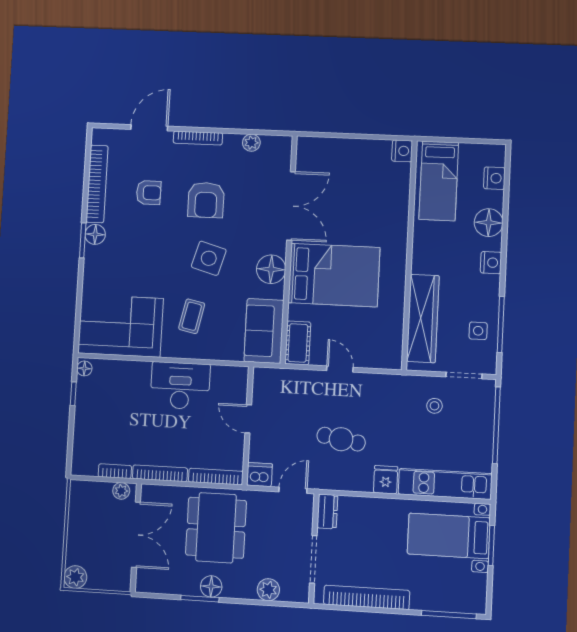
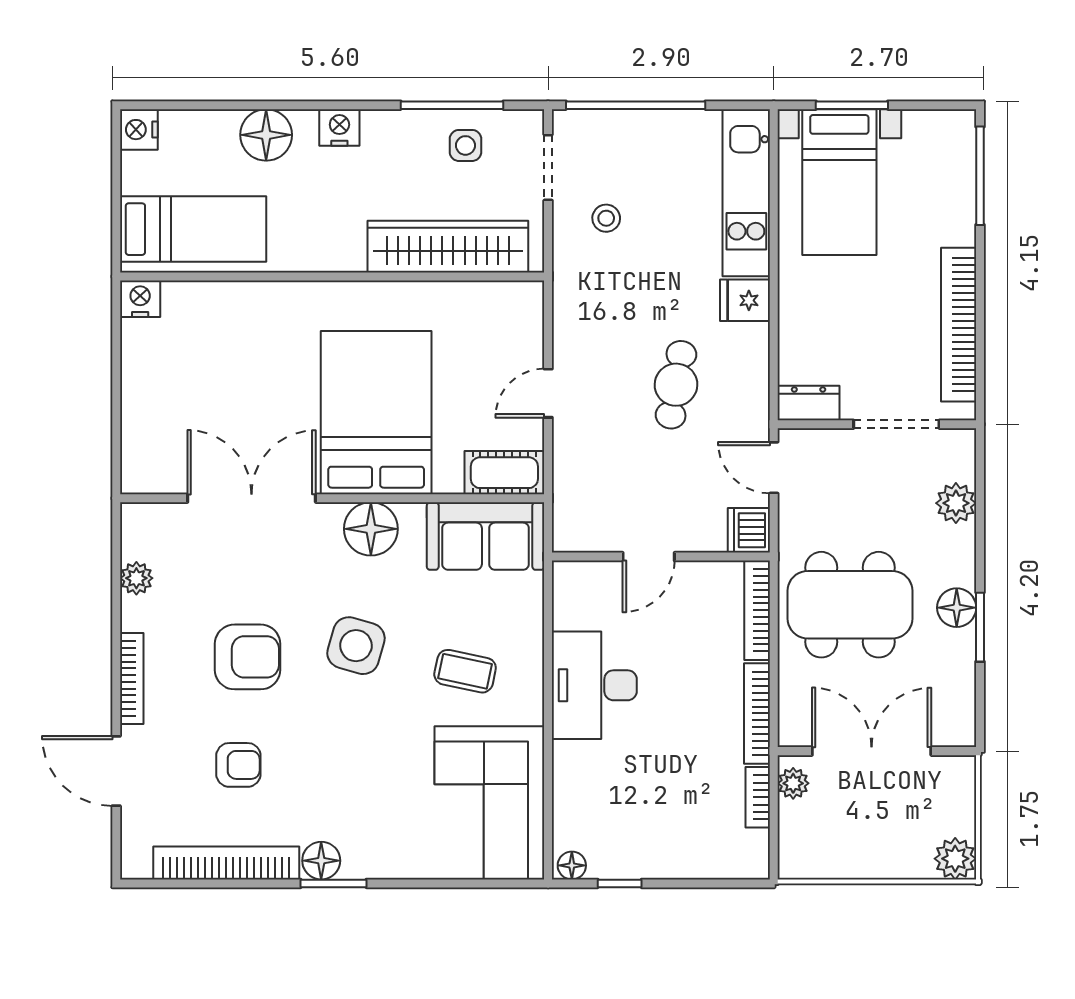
nightstand: (494, 178) -> (139, 130), moved, turned -90
armchair: (149, 193) -> (238, 765), turned 90

